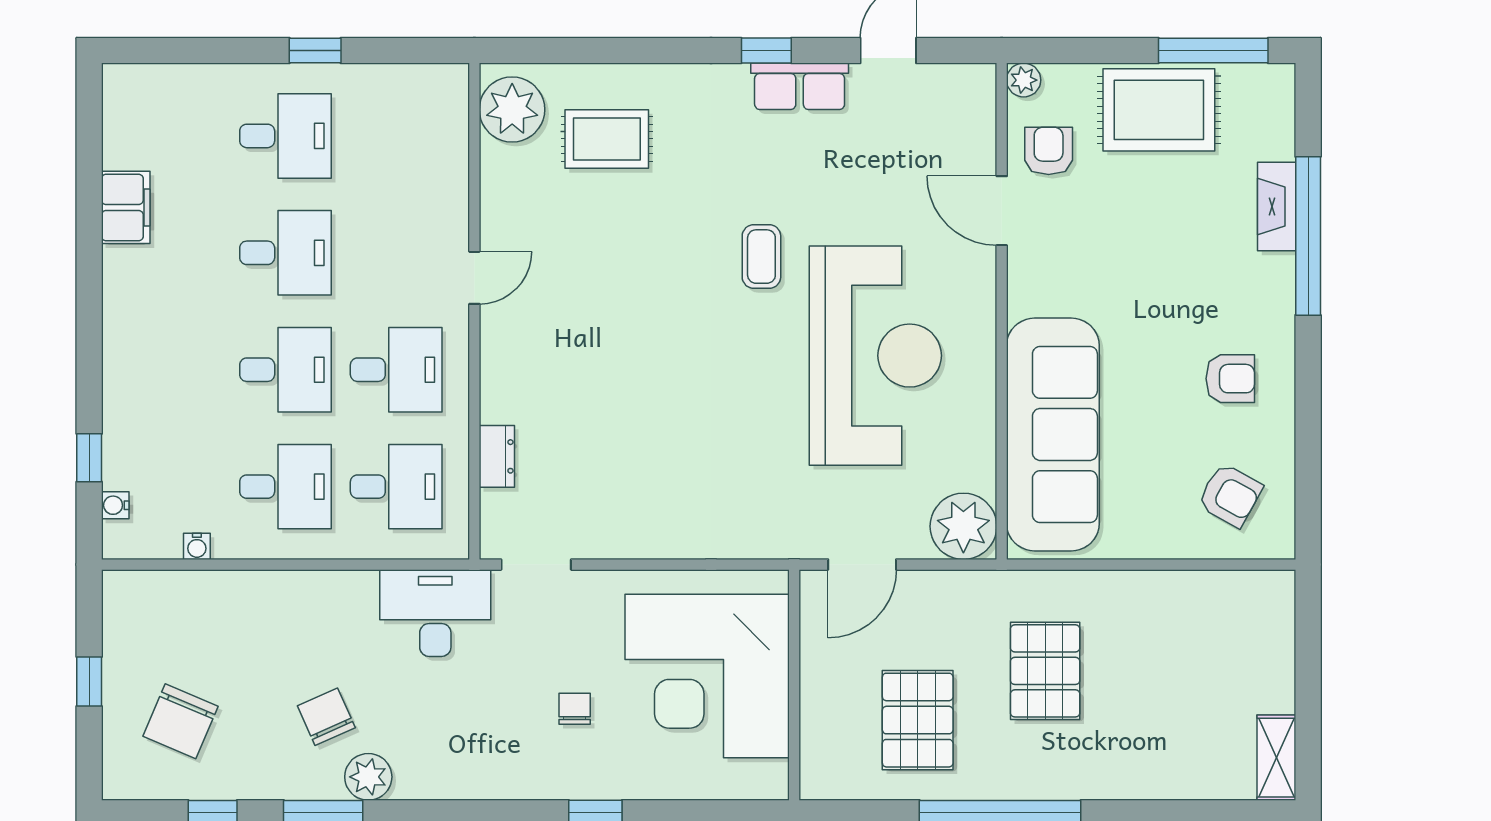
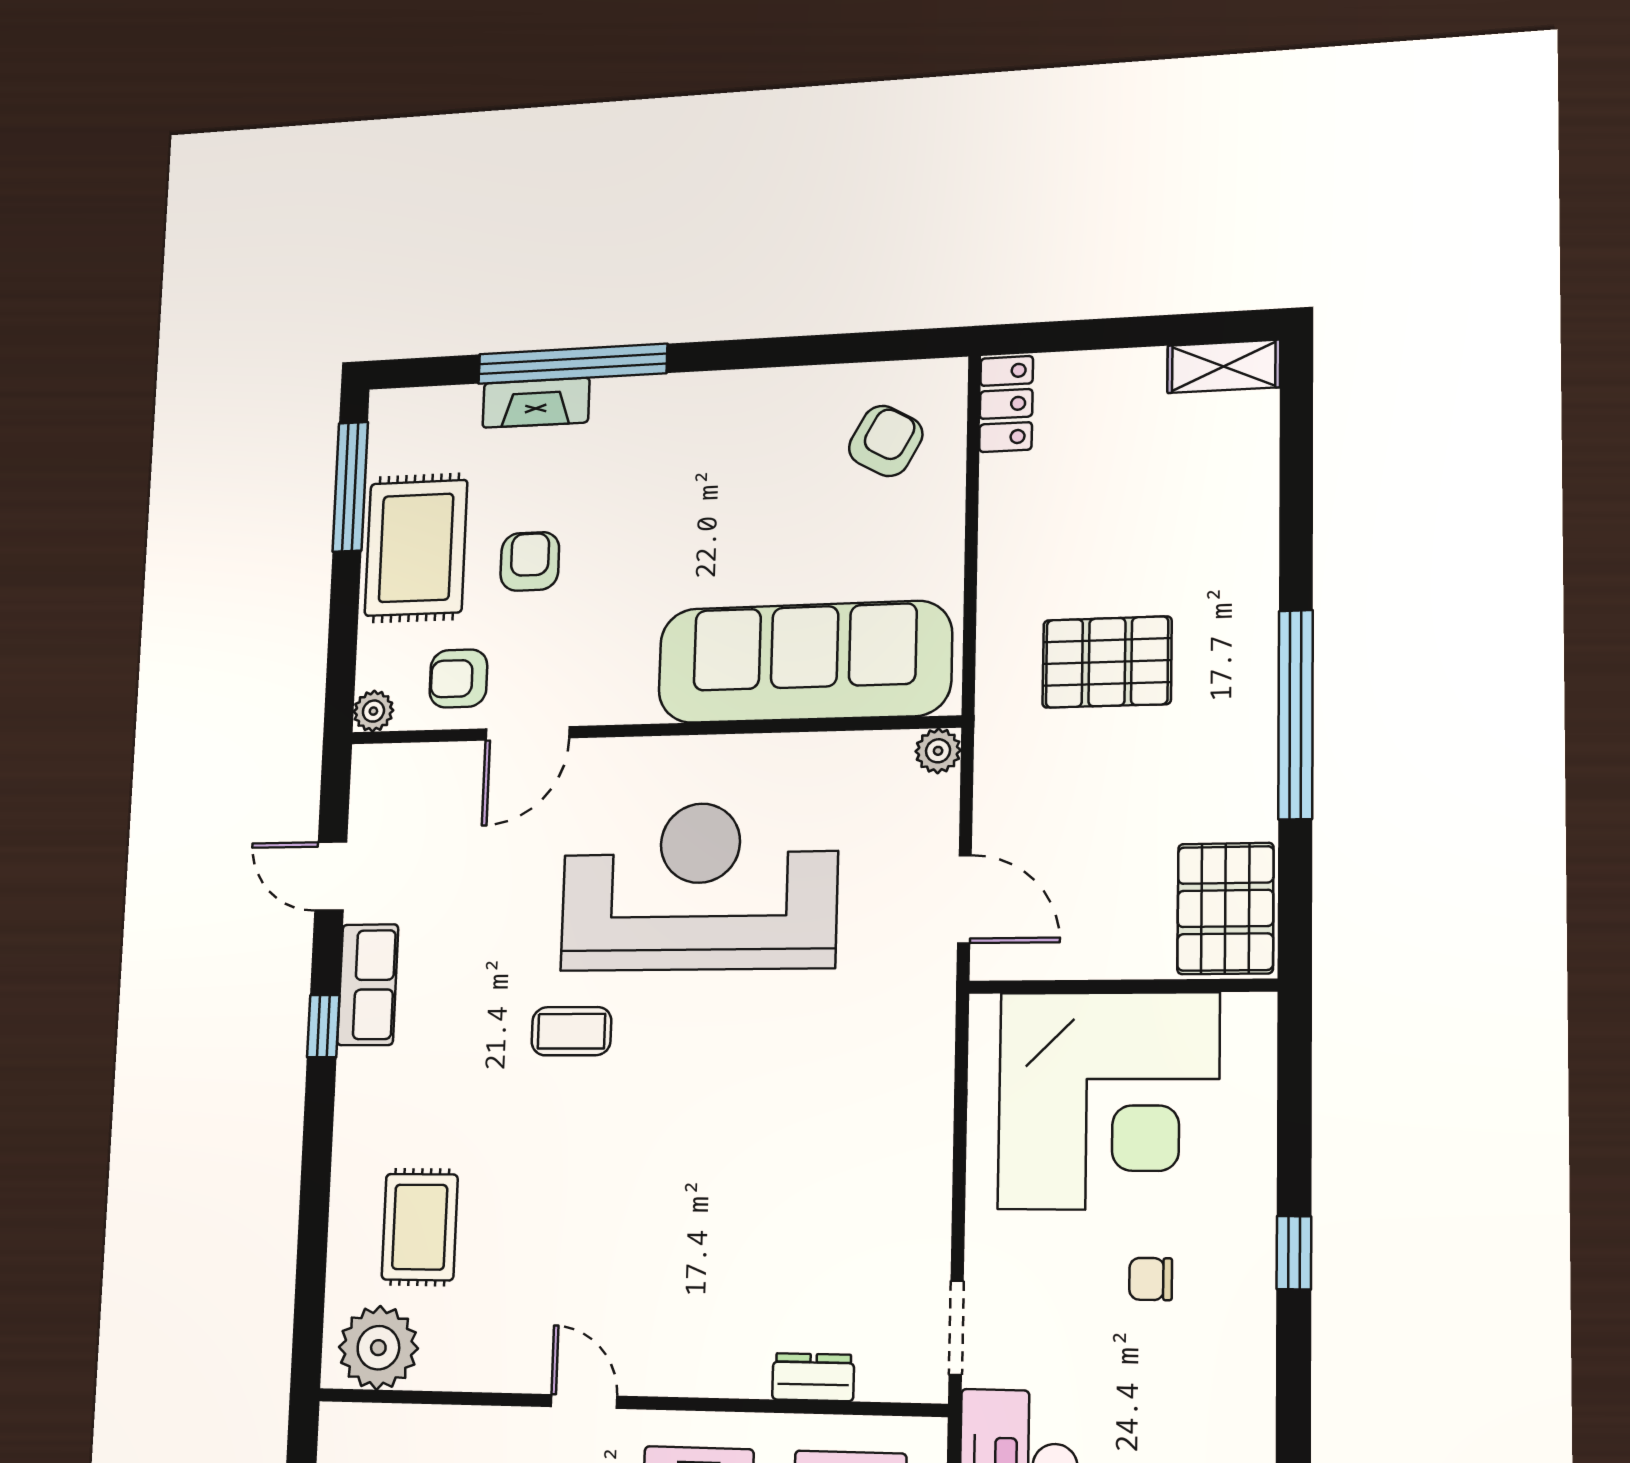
armchair: (1230, 379) -> (530, 561), moved
plant: (963, 526) -> (938, 751), width x0.53, depth x0.53
locker: (1255, 590) -> (1006, 404), added
pallet: (918, 720) -> (1225, 908), moved, turned 90

